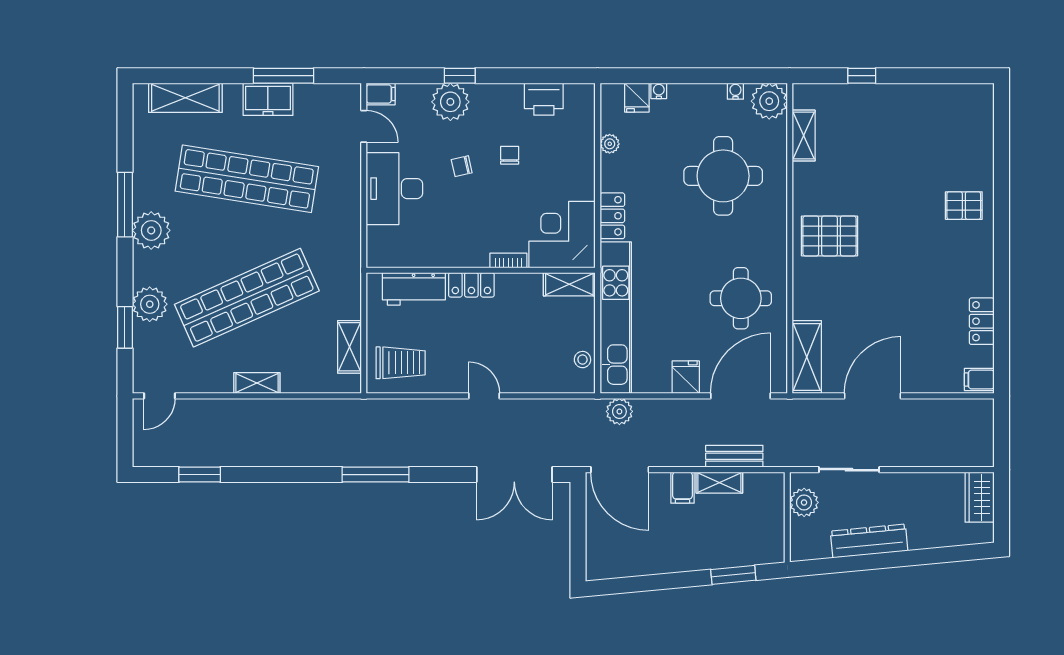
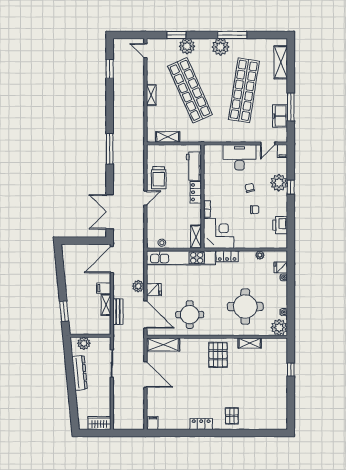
freezer: (268, 99) -> (280, 116), moved
shelving: (804, 136) -> (250, 343), moved
locker: (982, 321) -> (201, 424), moved
trolley: (401, 363) -> (159, 178), moved
plant: (619, 411) -> (138, 286), moved
plant: (804, 502) -> (84, 343), moved

